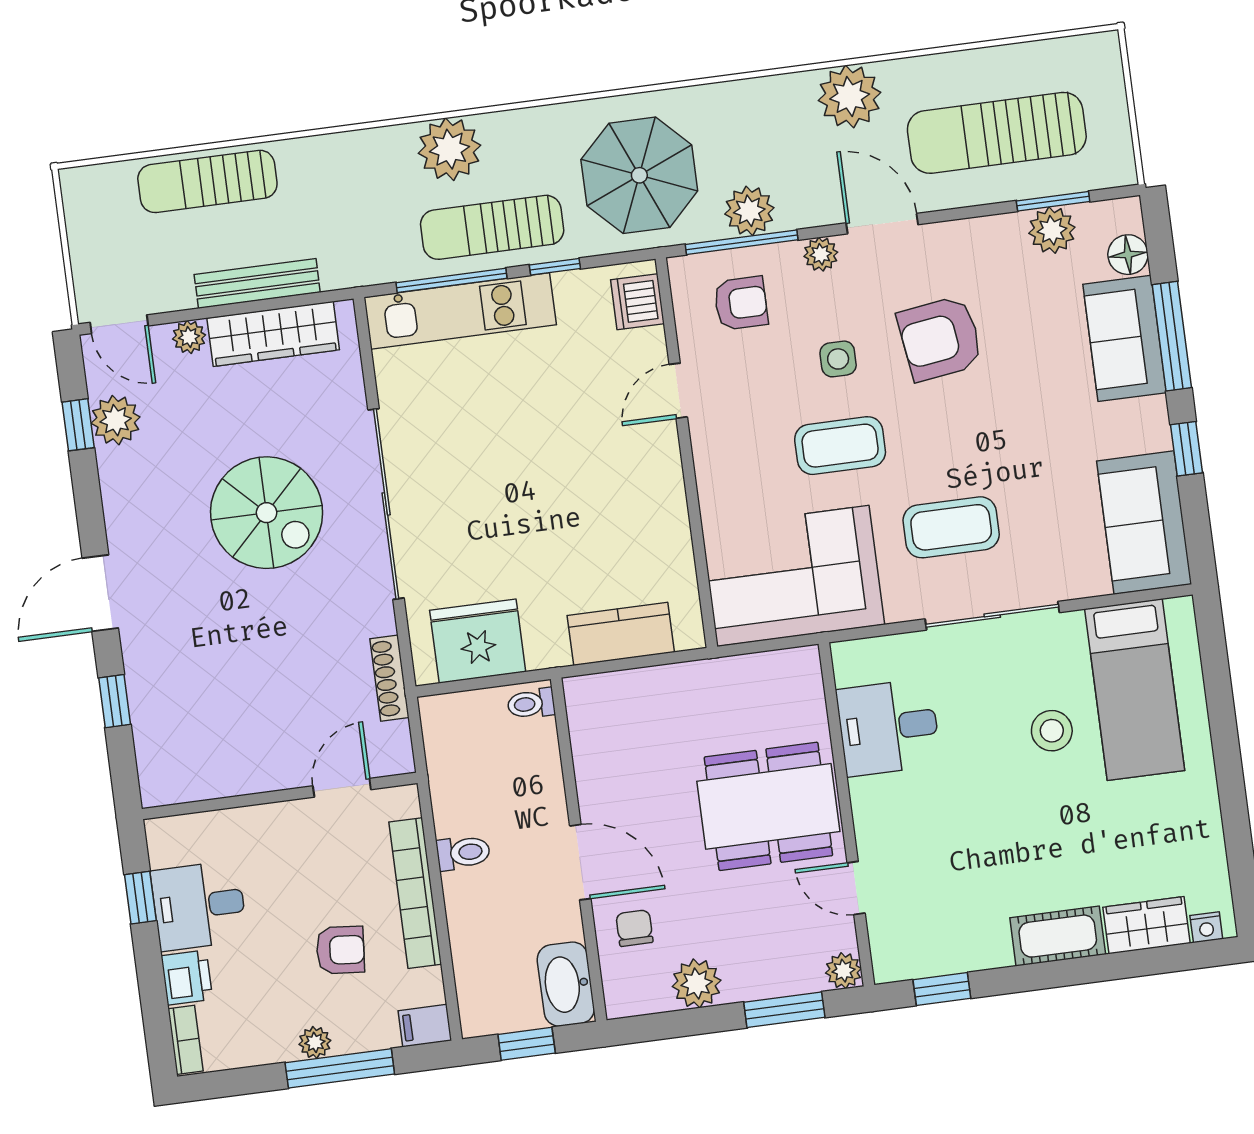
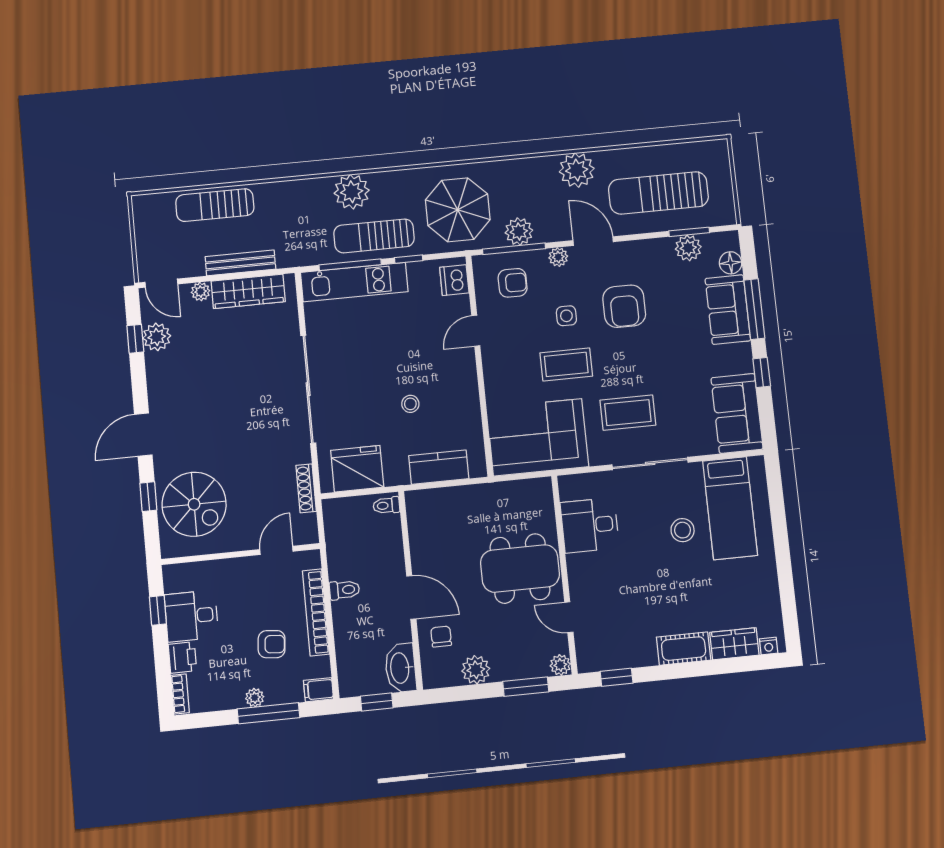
armchair: (940, 338) -> (624, 306), turned -82
spiral stairs: (267, 513) -> (194, 504), moved
stool: (567, 524) -> (410, 404), added

